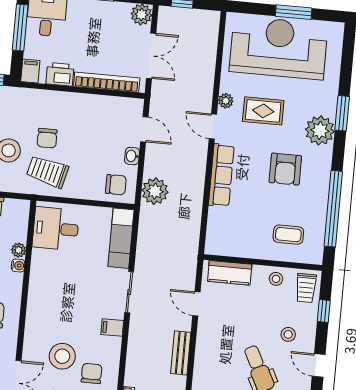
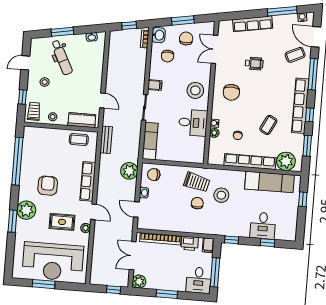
desk: (56, 229) -> (193, 123), moved
coffee table: (288, 235) -> (79, 139), moved
bench: (181, 353) -> (106, 140), moved
stool: (62, 356) -> (195, 90), moved
door: (319, 365) -> (25, 63), swing flipped

